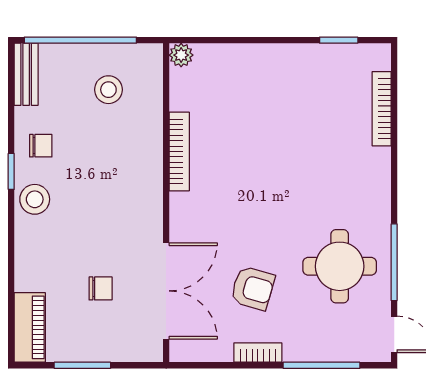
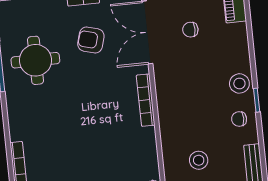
bookcase: (179, 151) -> (146, 100), moved

